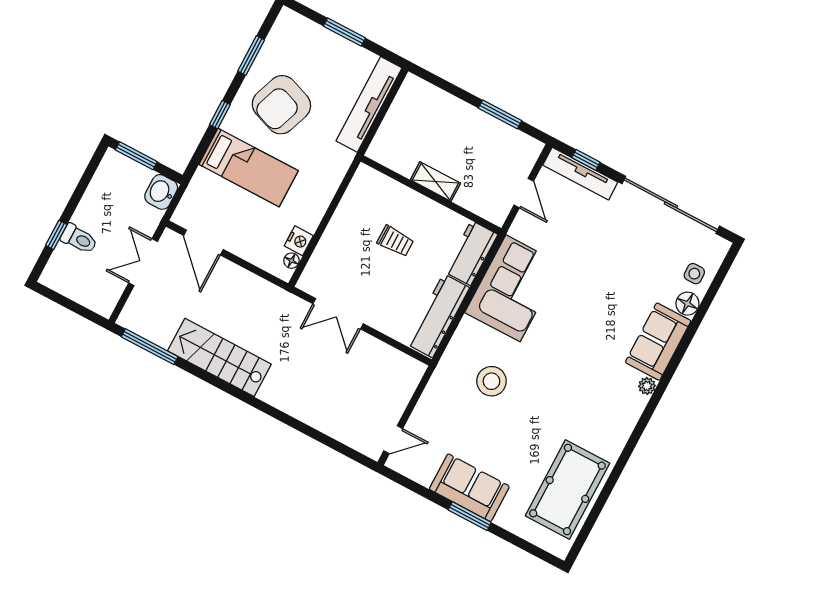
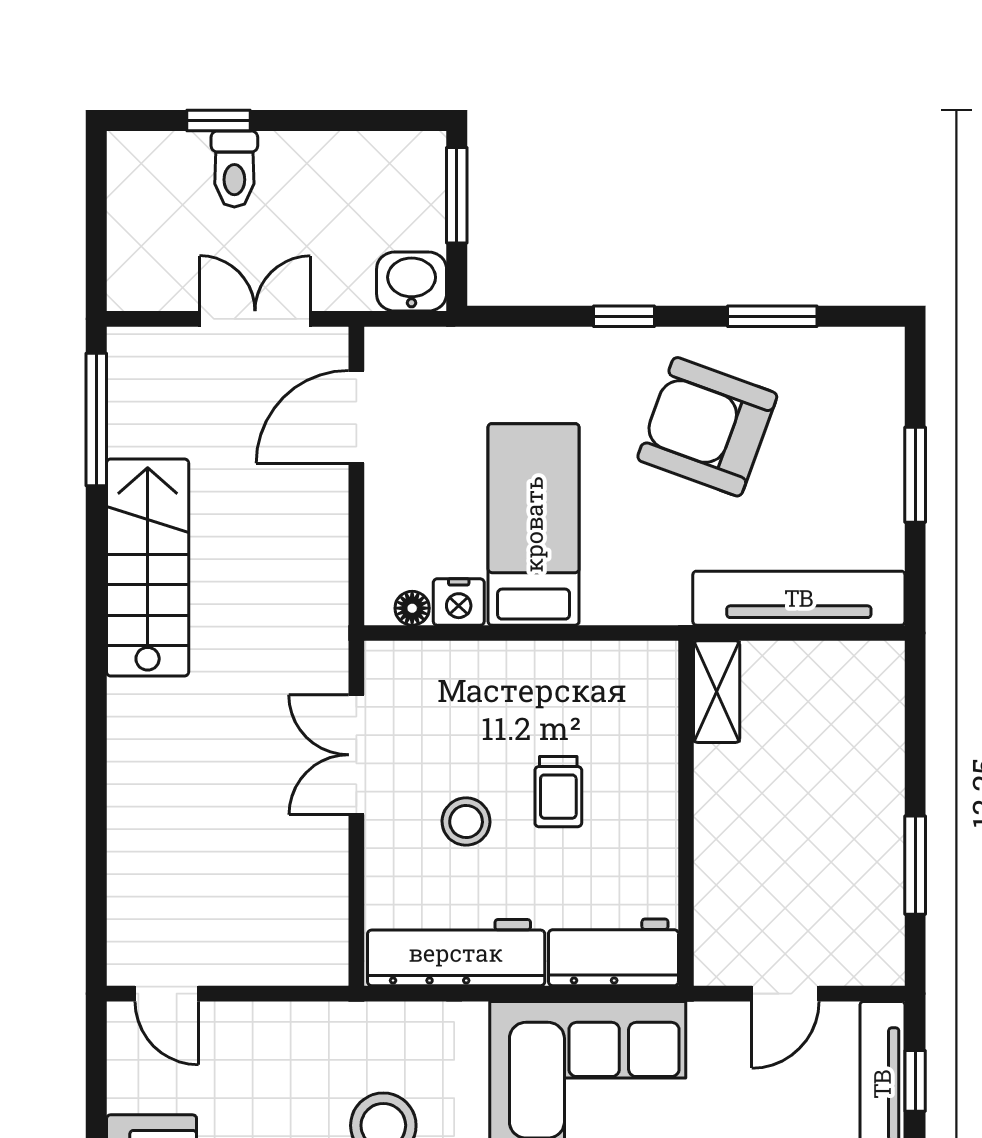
bed: (249, 168) -> (534, 524), moved, turned 180
shelving: (435, 182) -> (717, 692), moved
stool: (388, 284) -> (466, 822), added

